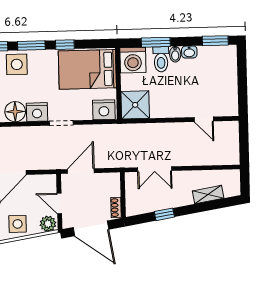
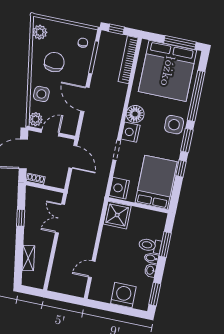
washing machine: (133, 60) -> (123, 295), moved, turned 90

